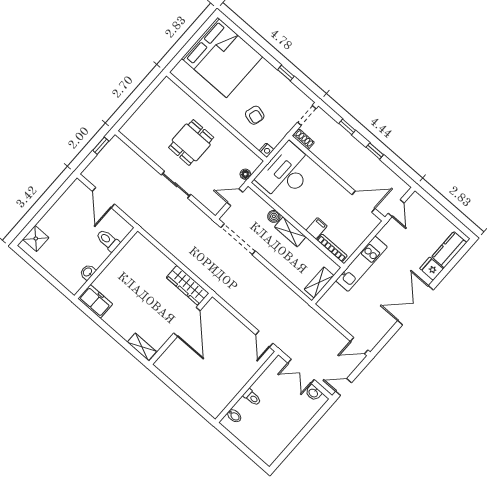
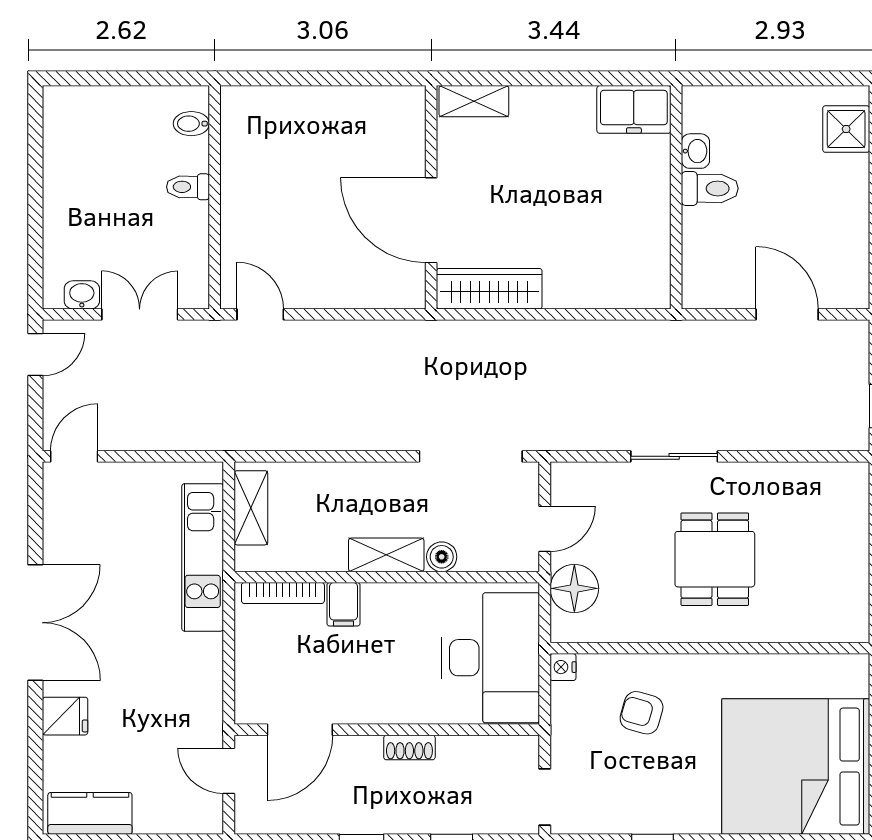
shoe rack: (304, 139) -> (409, 747), moved
floor lamp: (245, 174) -> (574, 588), width x1.89, depth x1.89
toilet: (108, 240) -> (710, 188), moved
kitchen counter: (449, 250) -> (90, 813), moved, turned -90
kitchen unit: (361, 264) -> (203, 557), moved

